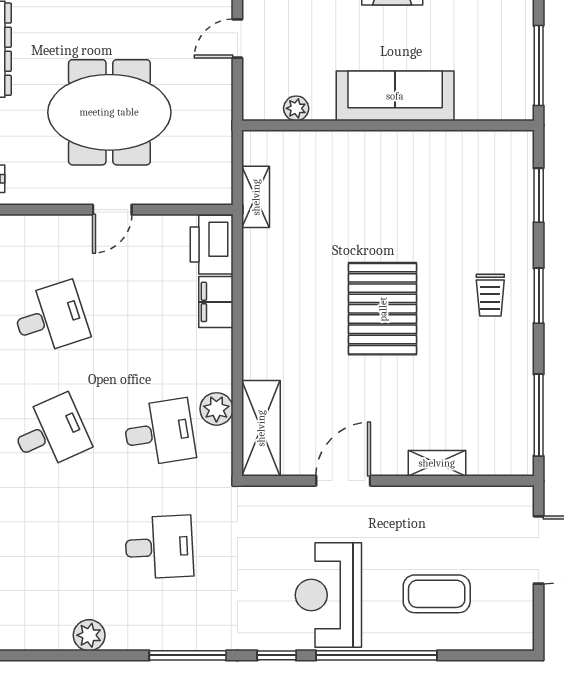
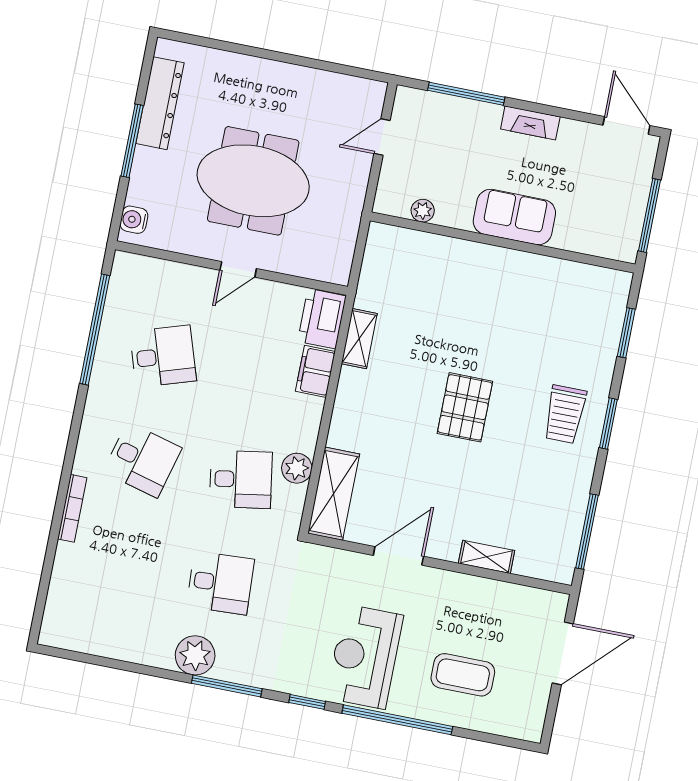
sofa: (395, 96) -> (514, 217), width x0.73
shelving: (256, 197) -> (359, 339), moved
trolley: (490, 295) -> (565, 414), width x1.36, depth x1.39
pallet: (383, 309) -> (465, 407), width x0.73, depth x0.71
desk: (50, 433) -> (142, 460), turned 39
plant: (89, 635) -> (195, 655), moved, width x1.36, depth x1.36

